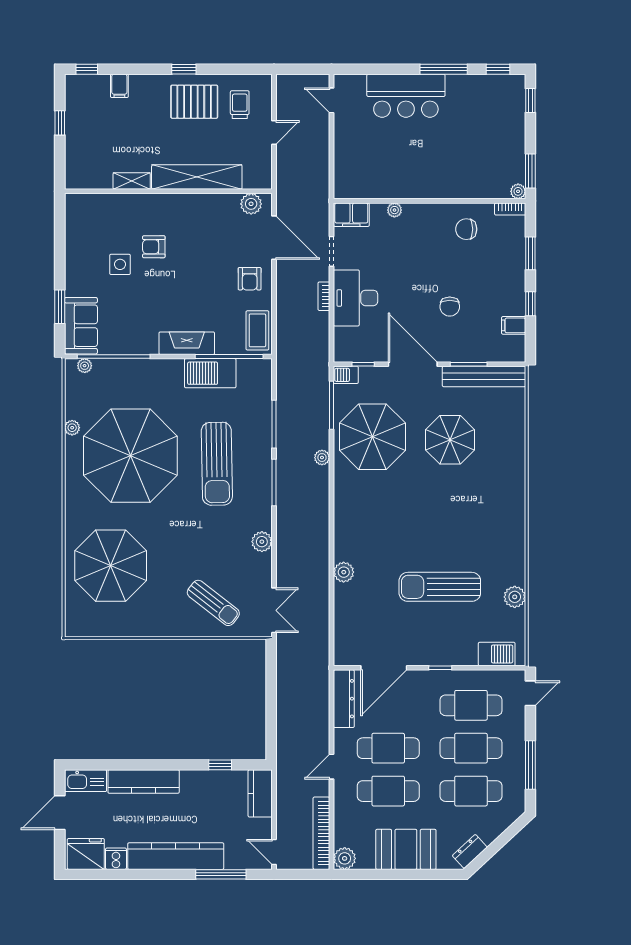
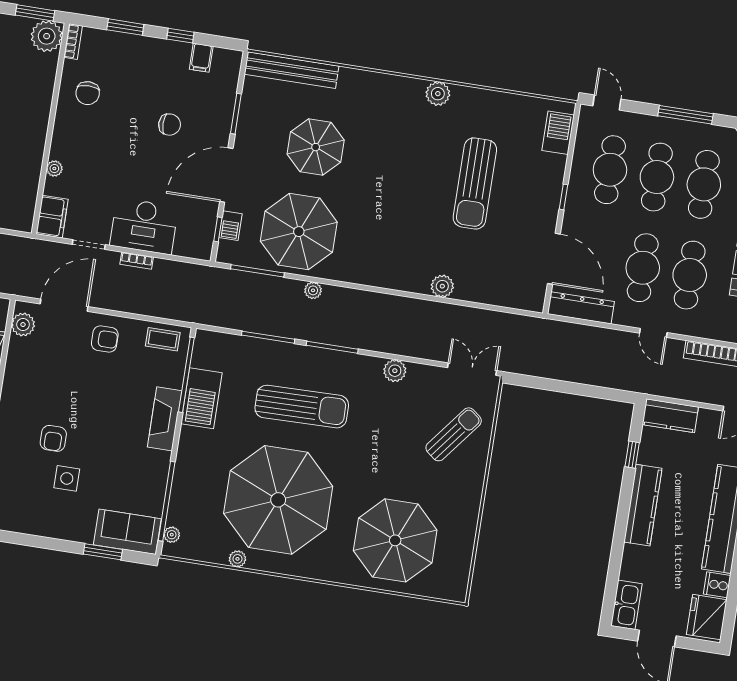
plant: (518, 191) -> (47, 36), width x1.88, depth x1.88
coffee table: (257, 330) -> (163, 339), width x0.73, depth x0.77
barbecue: (346, 375) -> (230, 226), moved
bench: (484, 376) -> (292, 70), moved, turned 90
plant: (515, 597) -> (438, 94), moved
kitchen counter: (144, 781) -> (643, 505), moved

